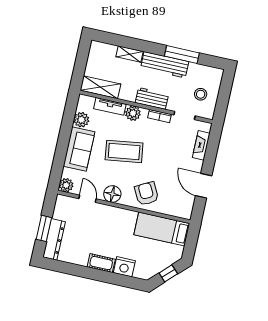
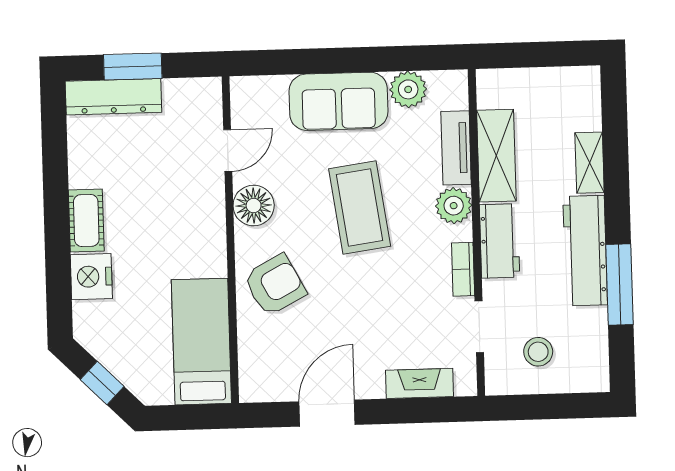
shelving: (100, 87) -> (496, 156), moved
plant: (66, 185) -> (247, 93), removed

